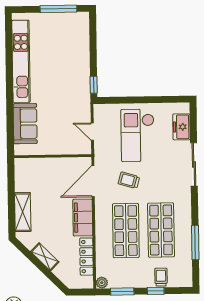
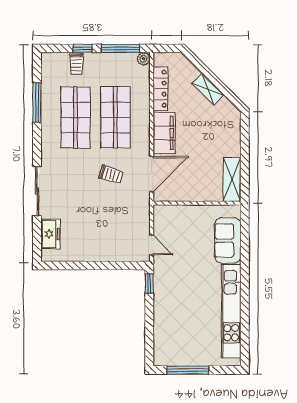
door: (92, 132) -> (152, 245), moved
checkout: (138, 135) -> (100, 225), removed
shelving: (23, 212) -> (232, 179), moved
window: (122, 291) -> (121, 48), width x1.44

